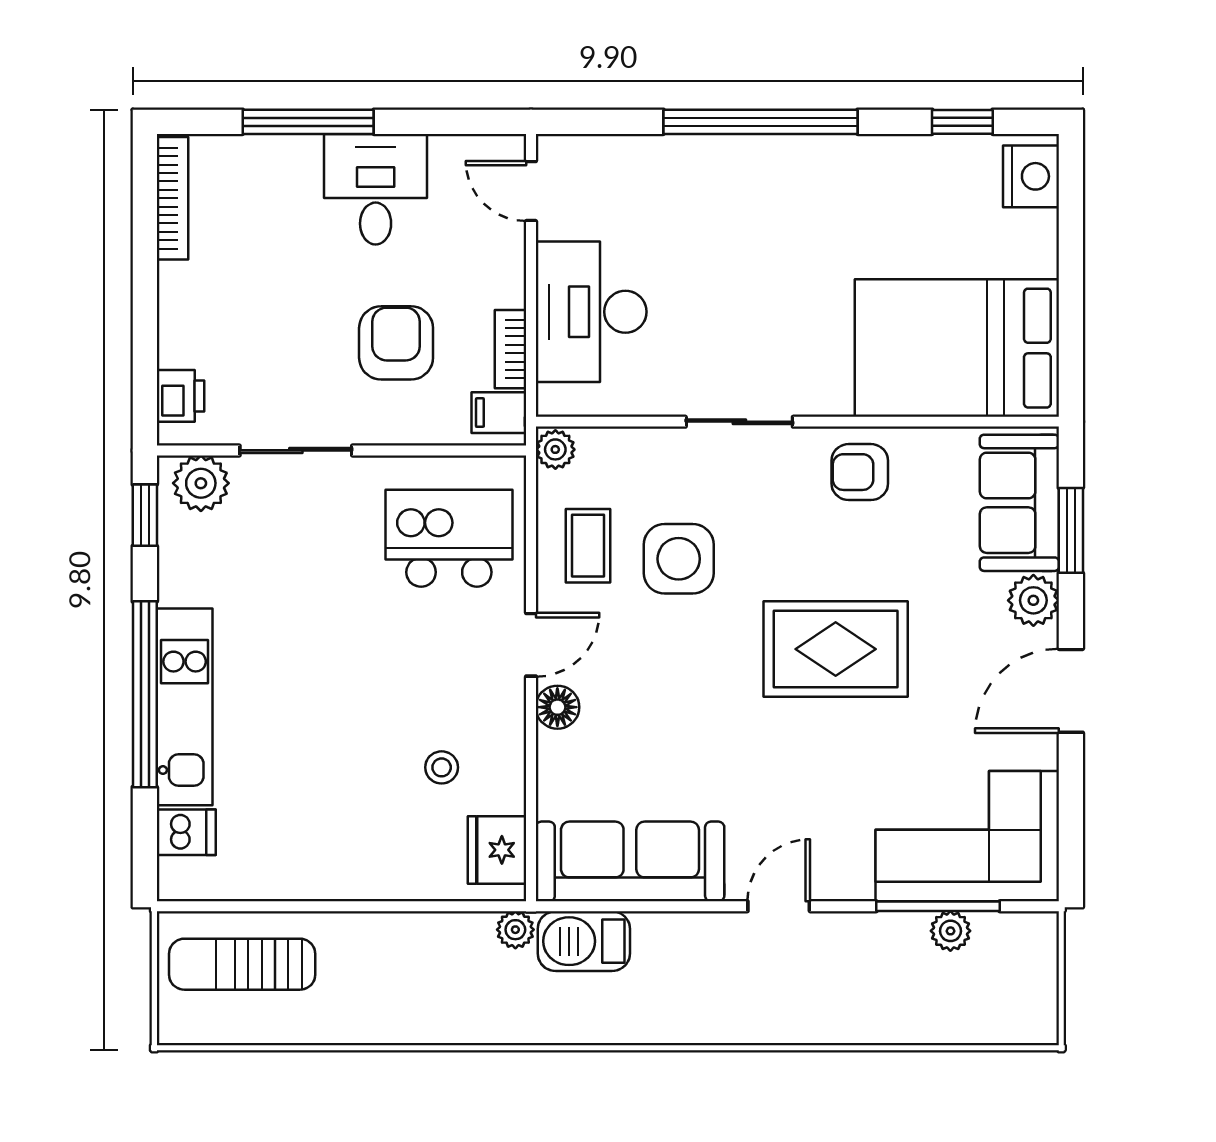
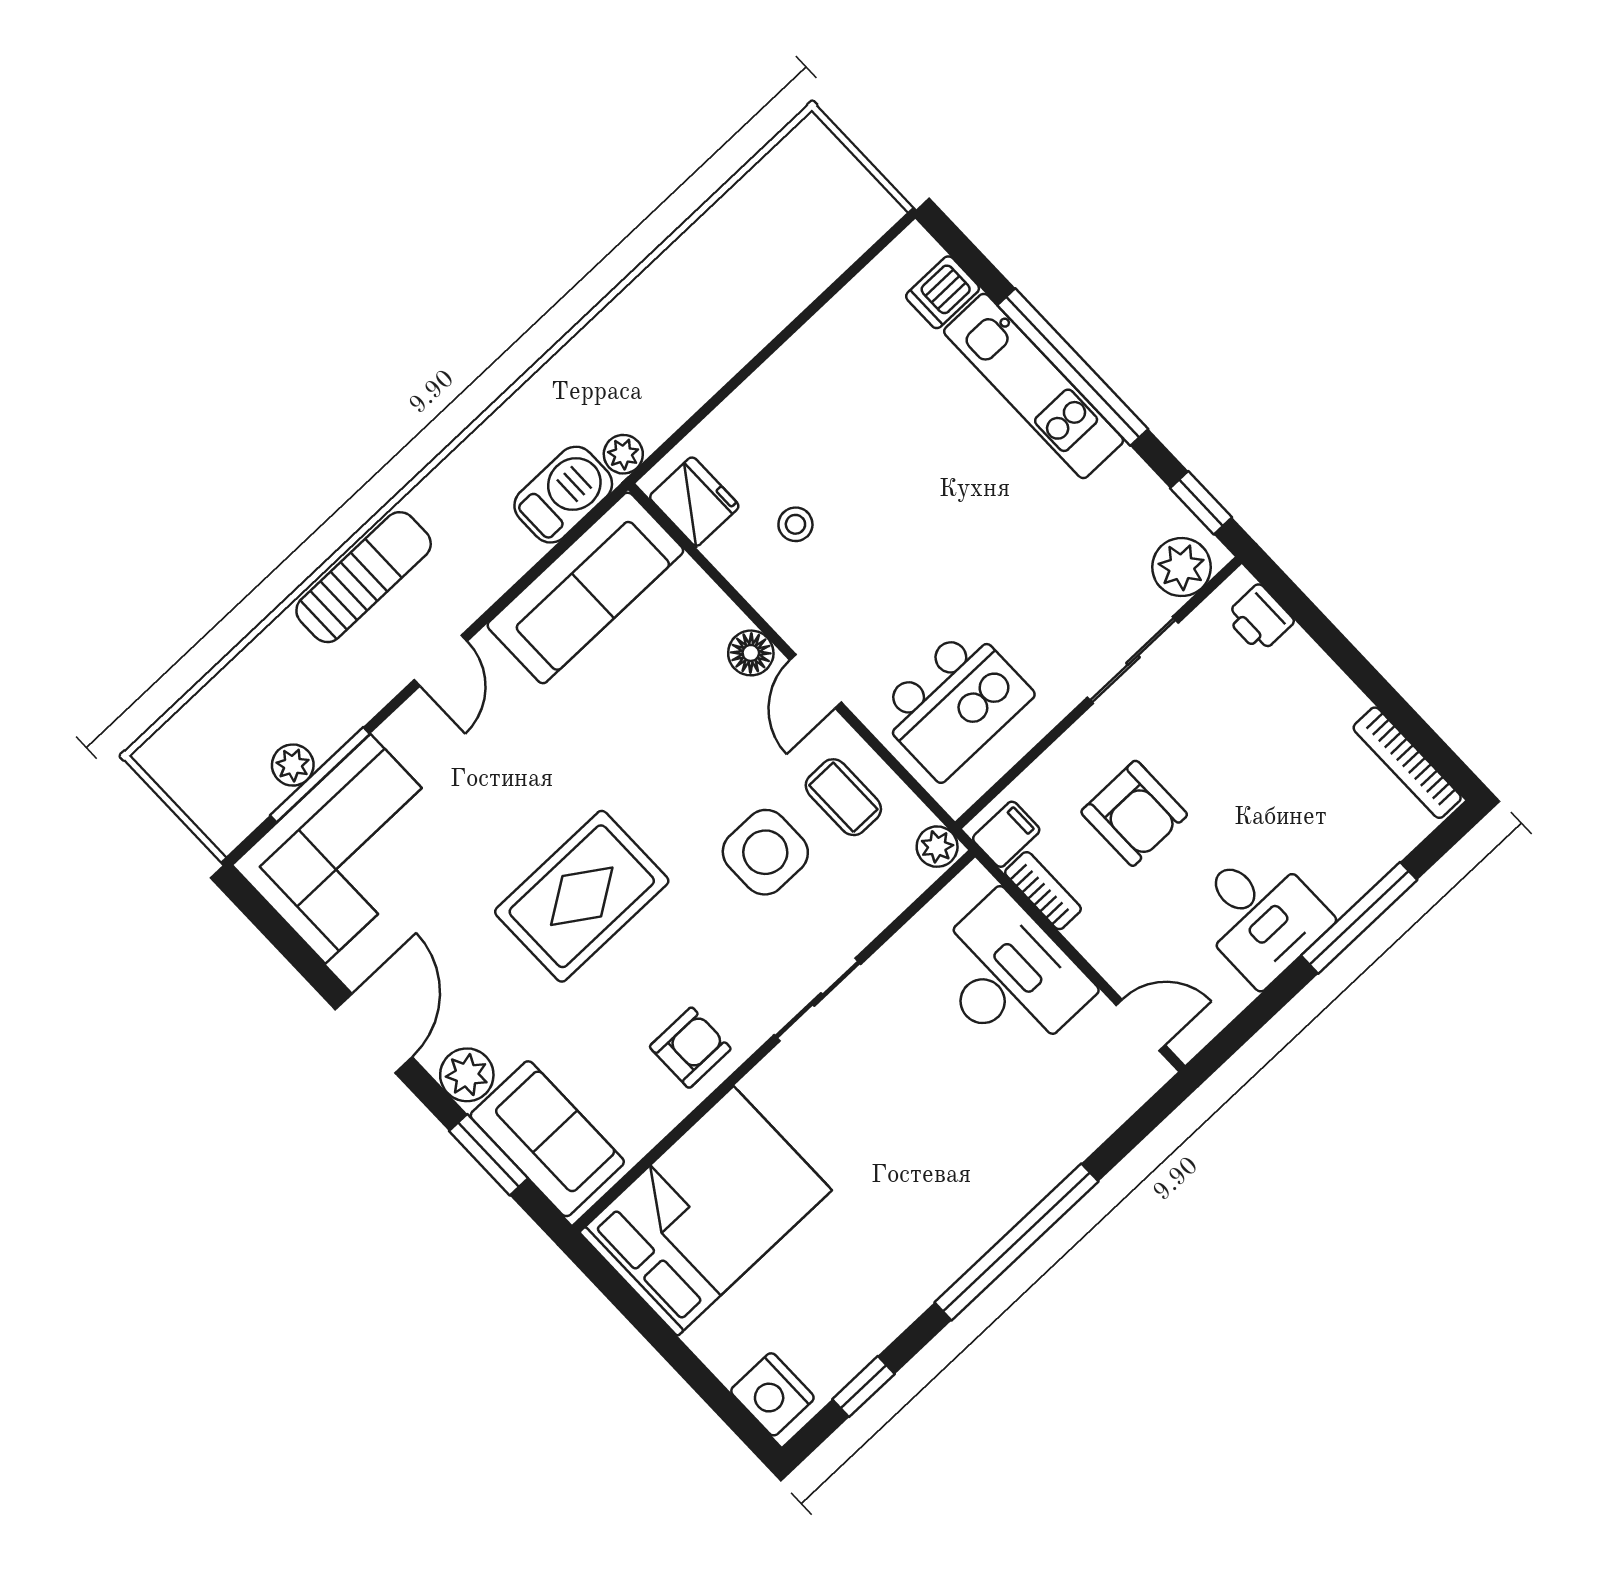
sun lounger: (242, 964) -> (364, 577), moved

